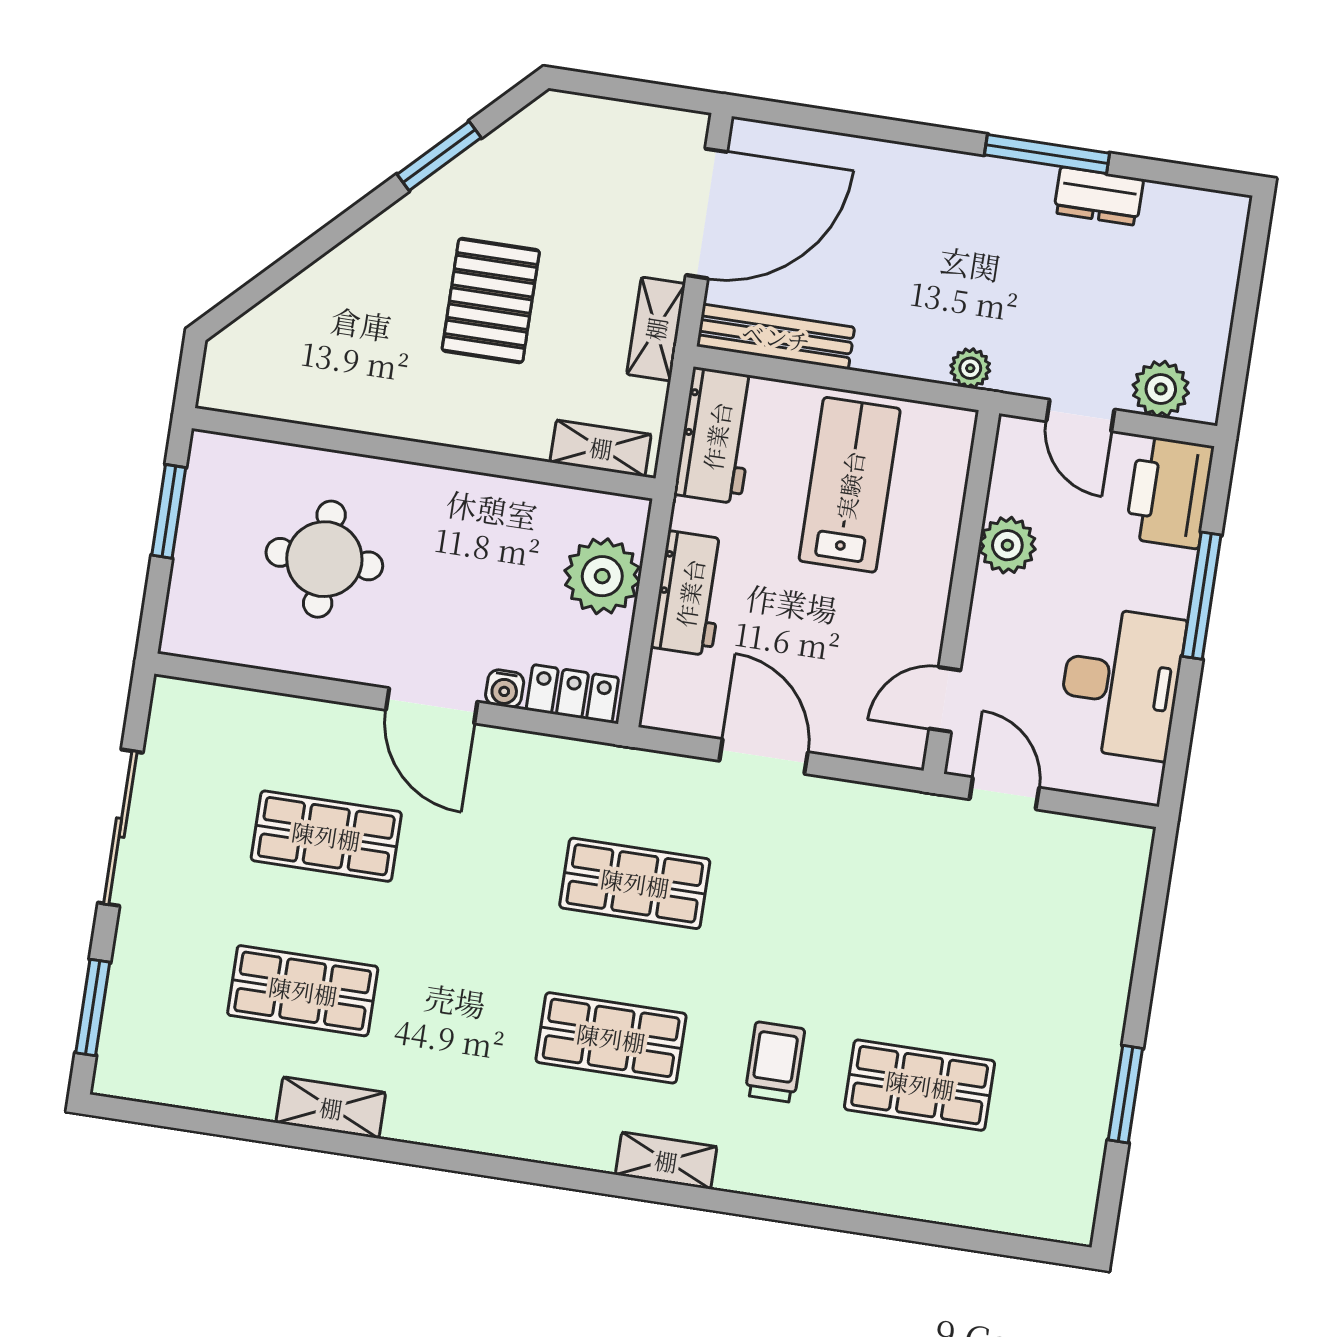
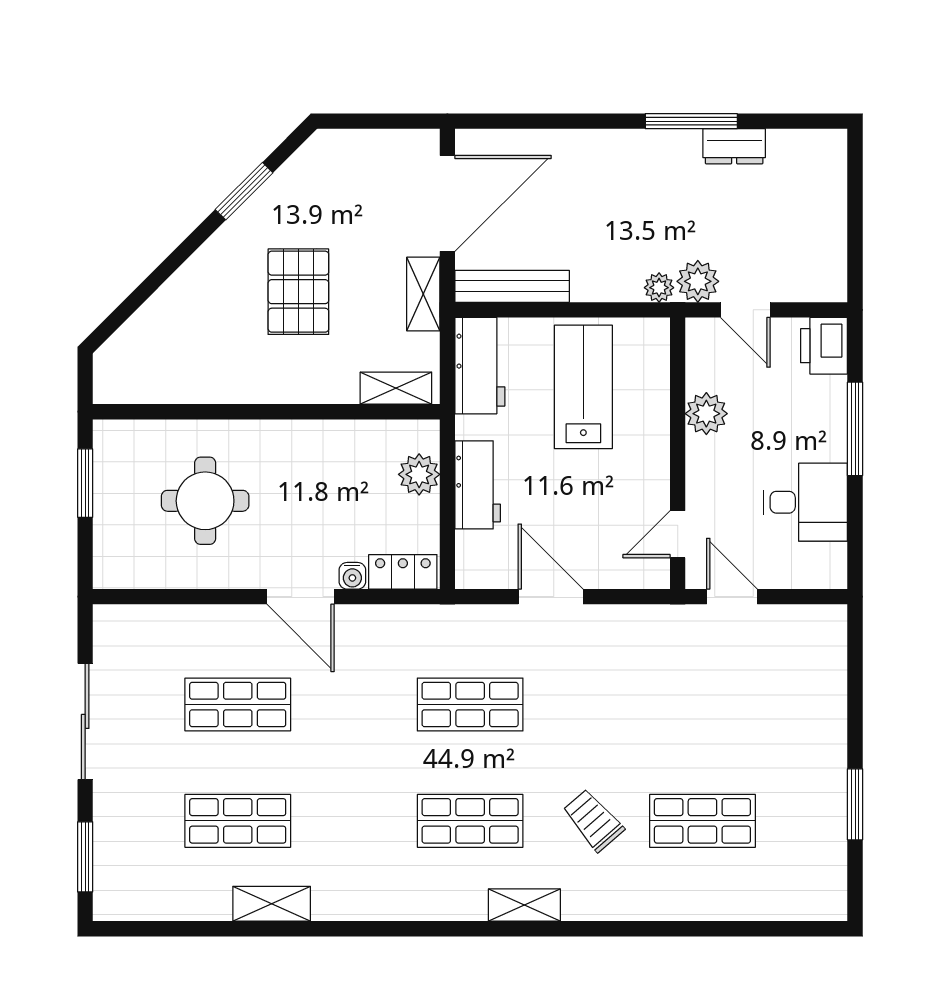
plant: (1161, 389) -> (698, 281), moved
printer: (1169, 492) -> (824, 346), width x0.73, depth x0.84
plant: (602, 576) -> (419, 474), width x0.73, depth x0.73
desk: (1121, 683) -> (805, 502), width x0.73
trolley: (775, 1062) -> (593, 820), turned -41

